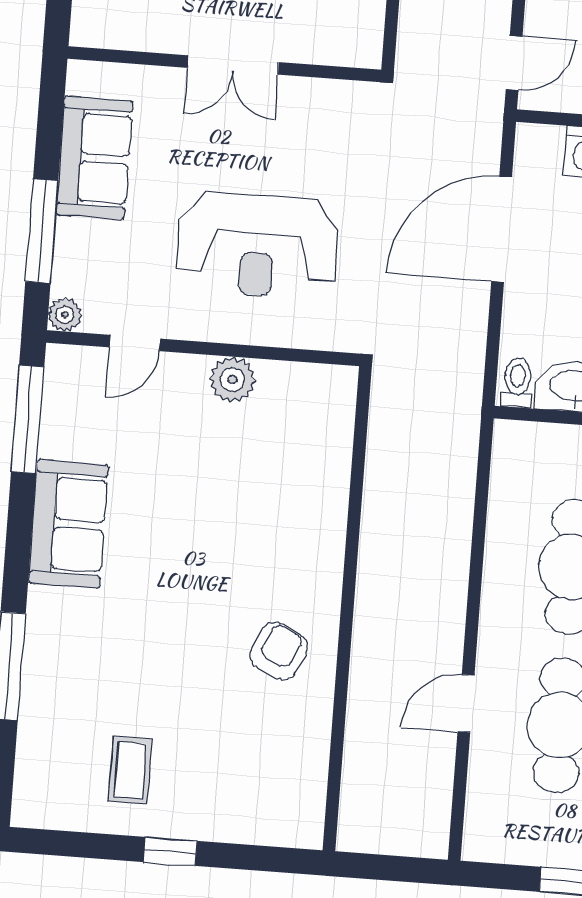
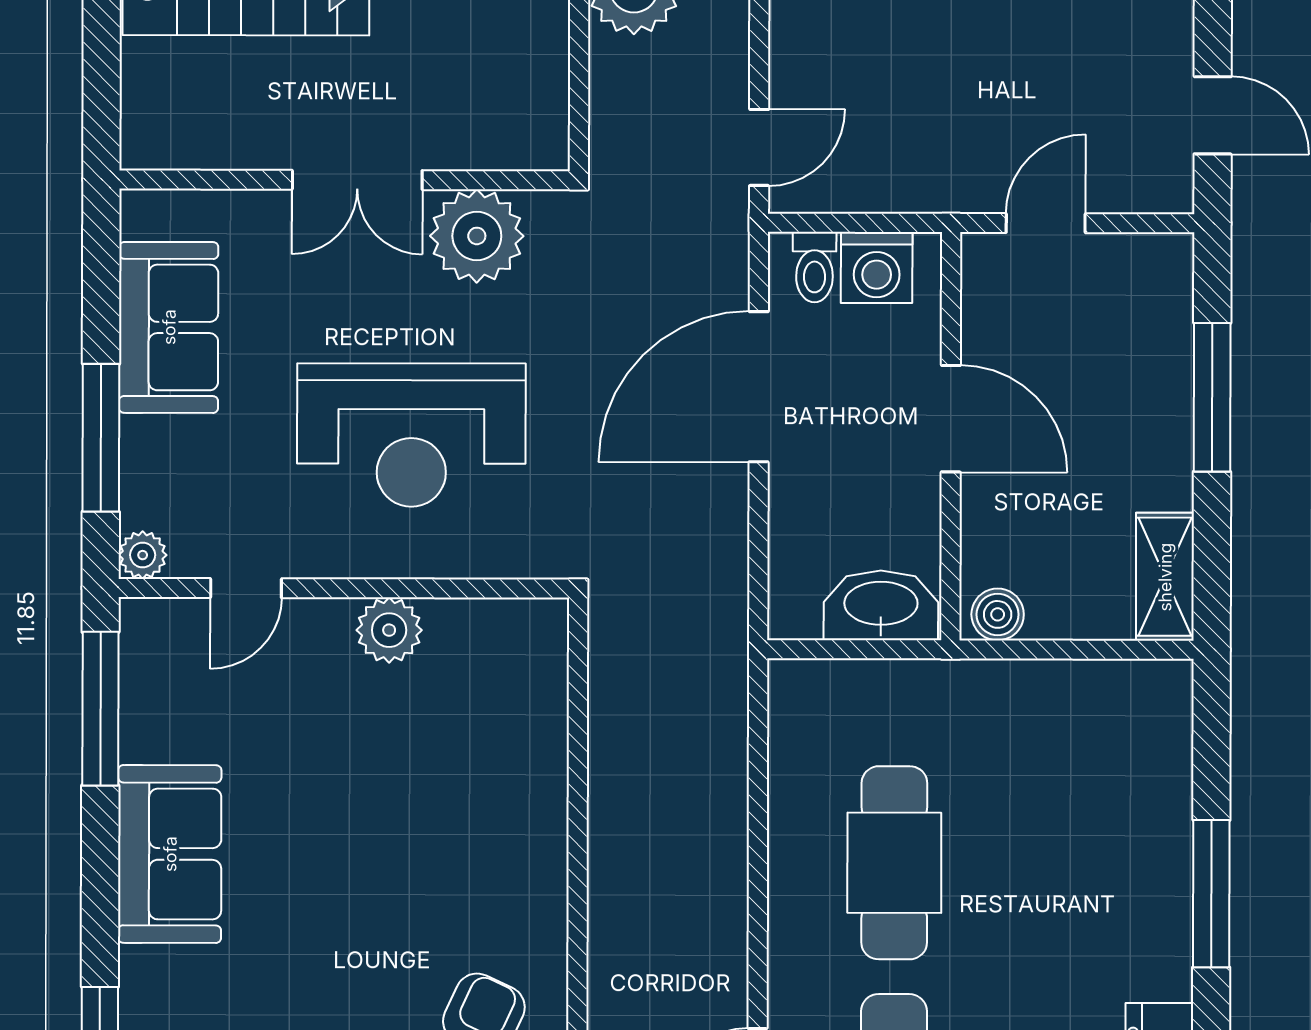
plant: (313, 110) -> (477, 236), added
toilet: (517, 383) -> (815, 267), moved, turned 180

